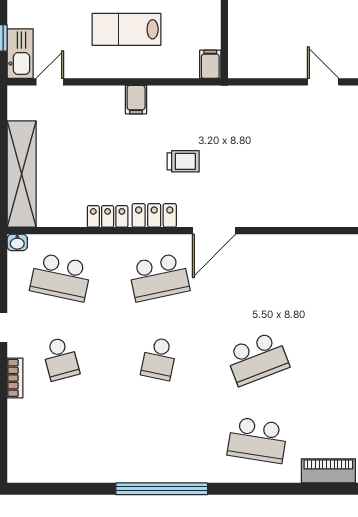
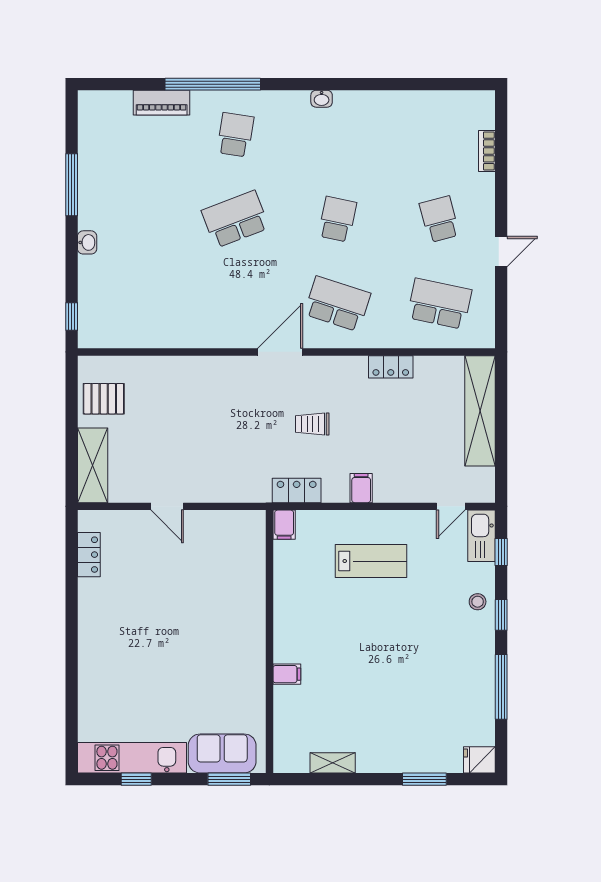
locker: (154, 215) -> (297, 490), moved, turned 180
washbasin: (17, 242) -> (322, 99), moved, turned 180
school desk: (159, 277) -> (337, 304), turned 30
bookcase: (15, 378) -> (487, 151), moved
school desk: (257, 440) -> (235, 135), width x0.54
window: (162, 489) -> (213, 84), moved

